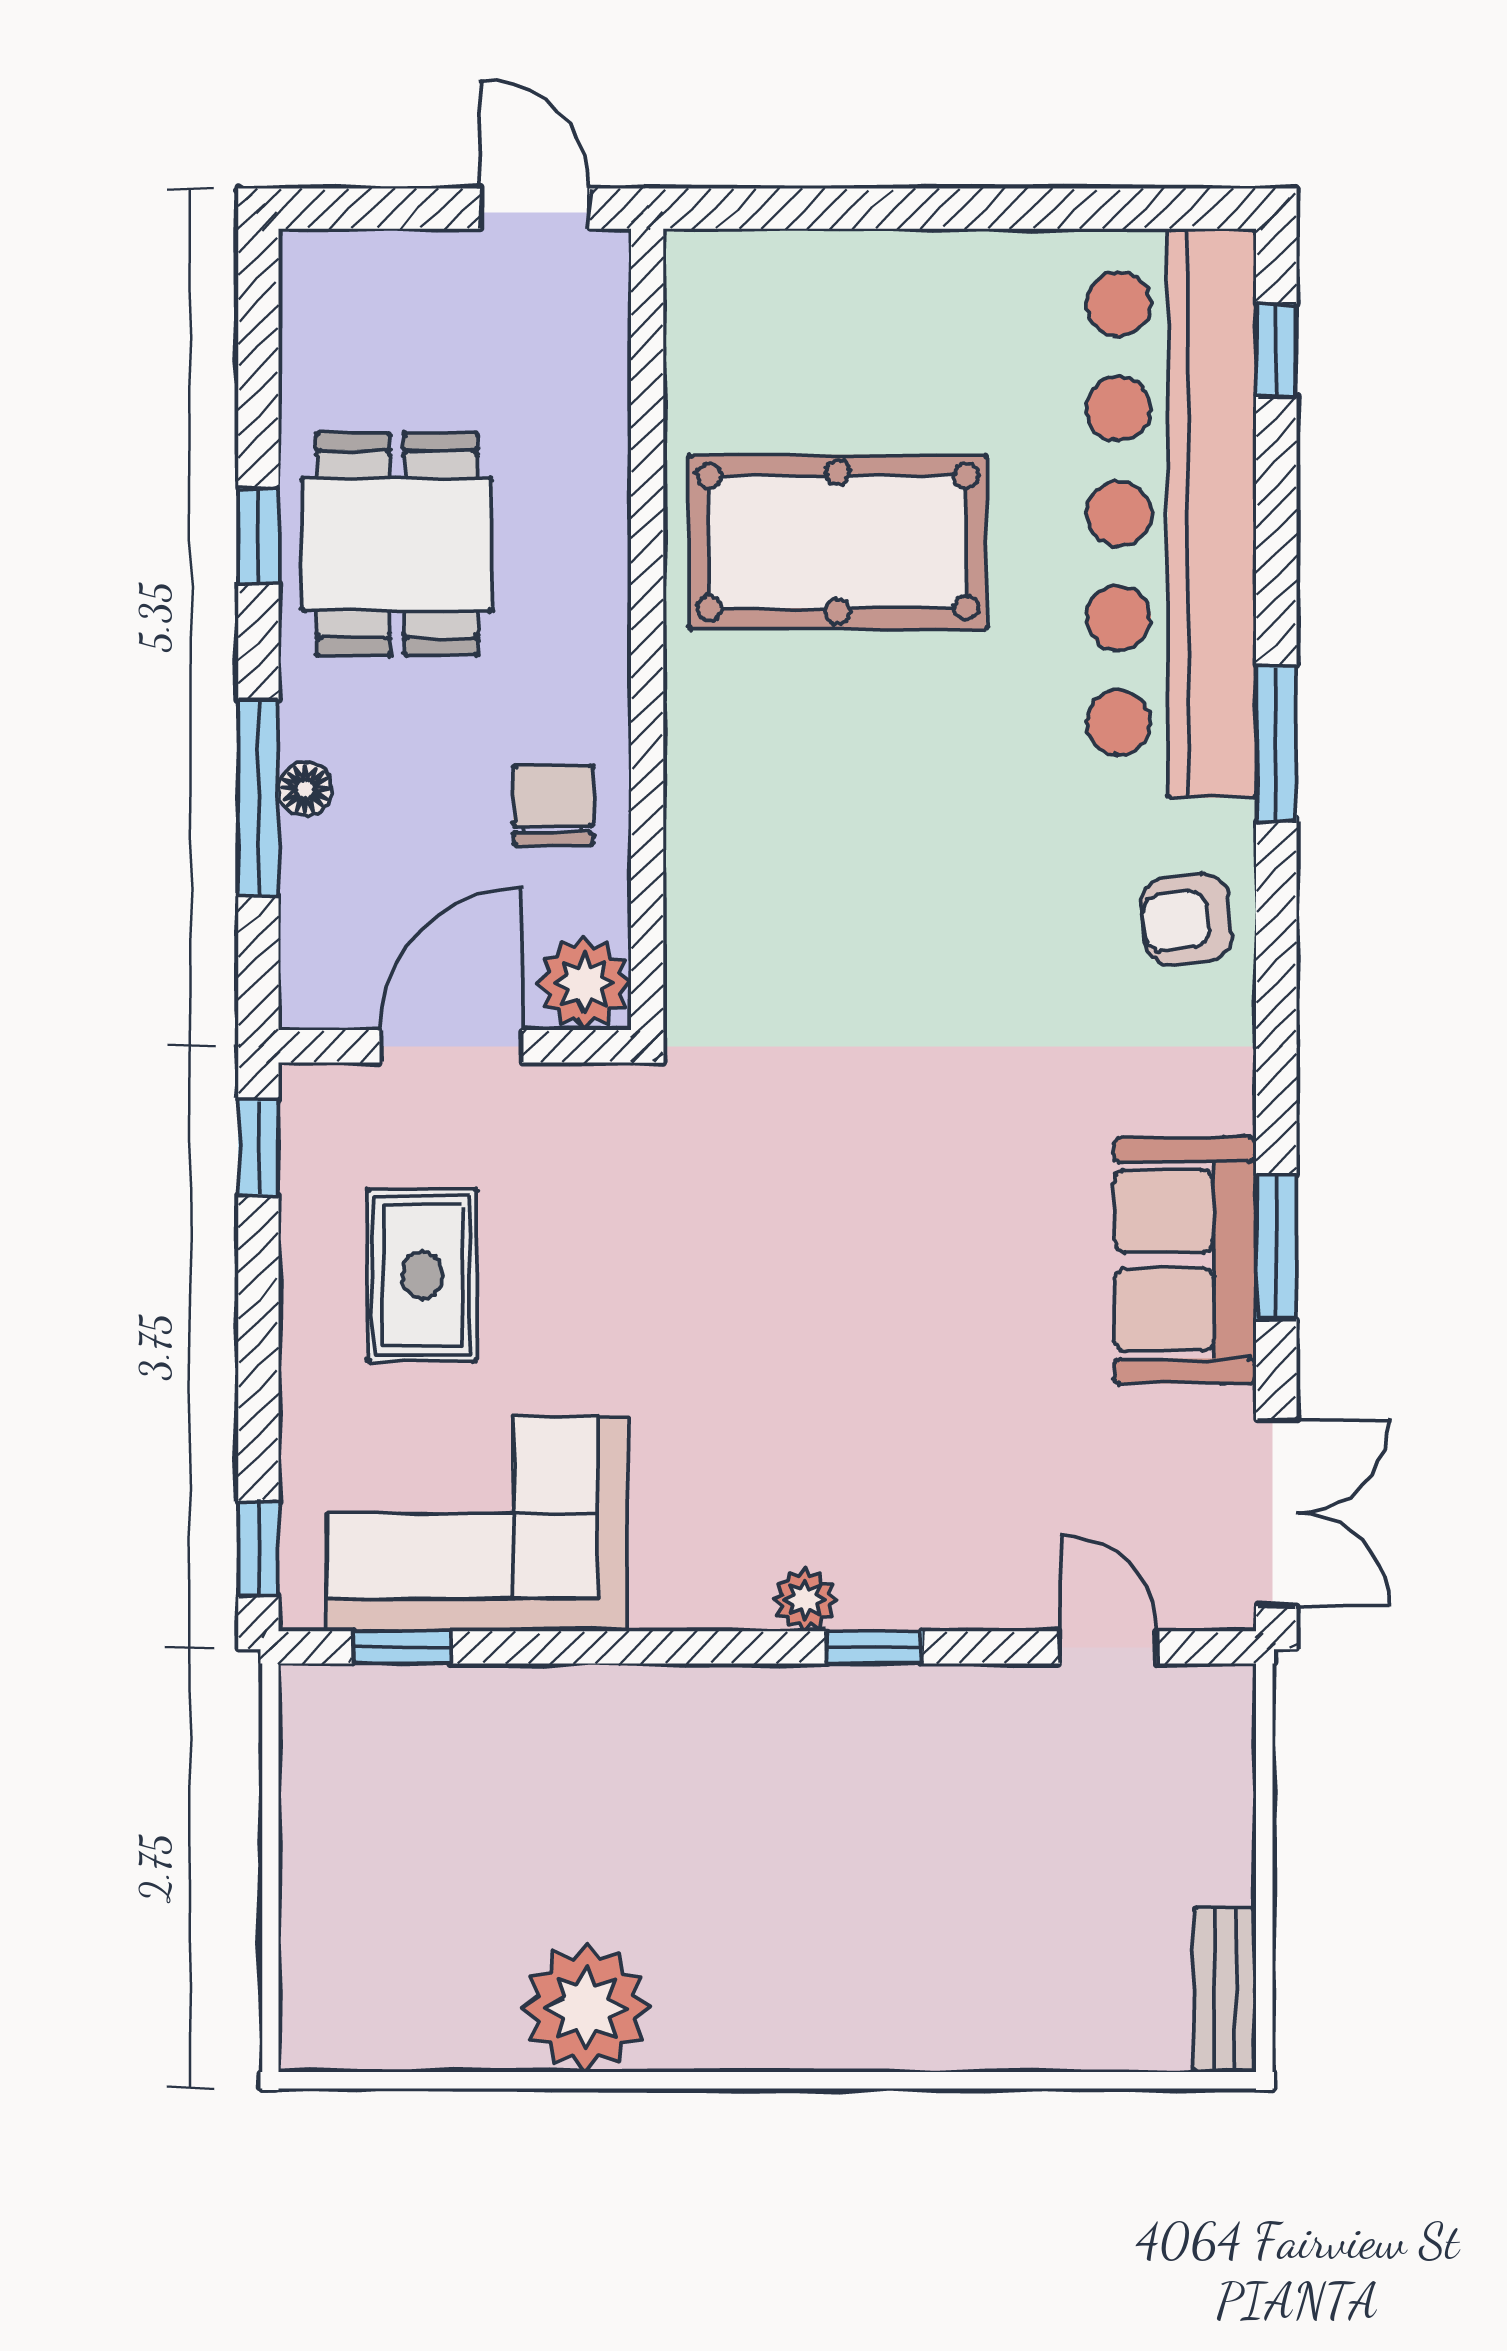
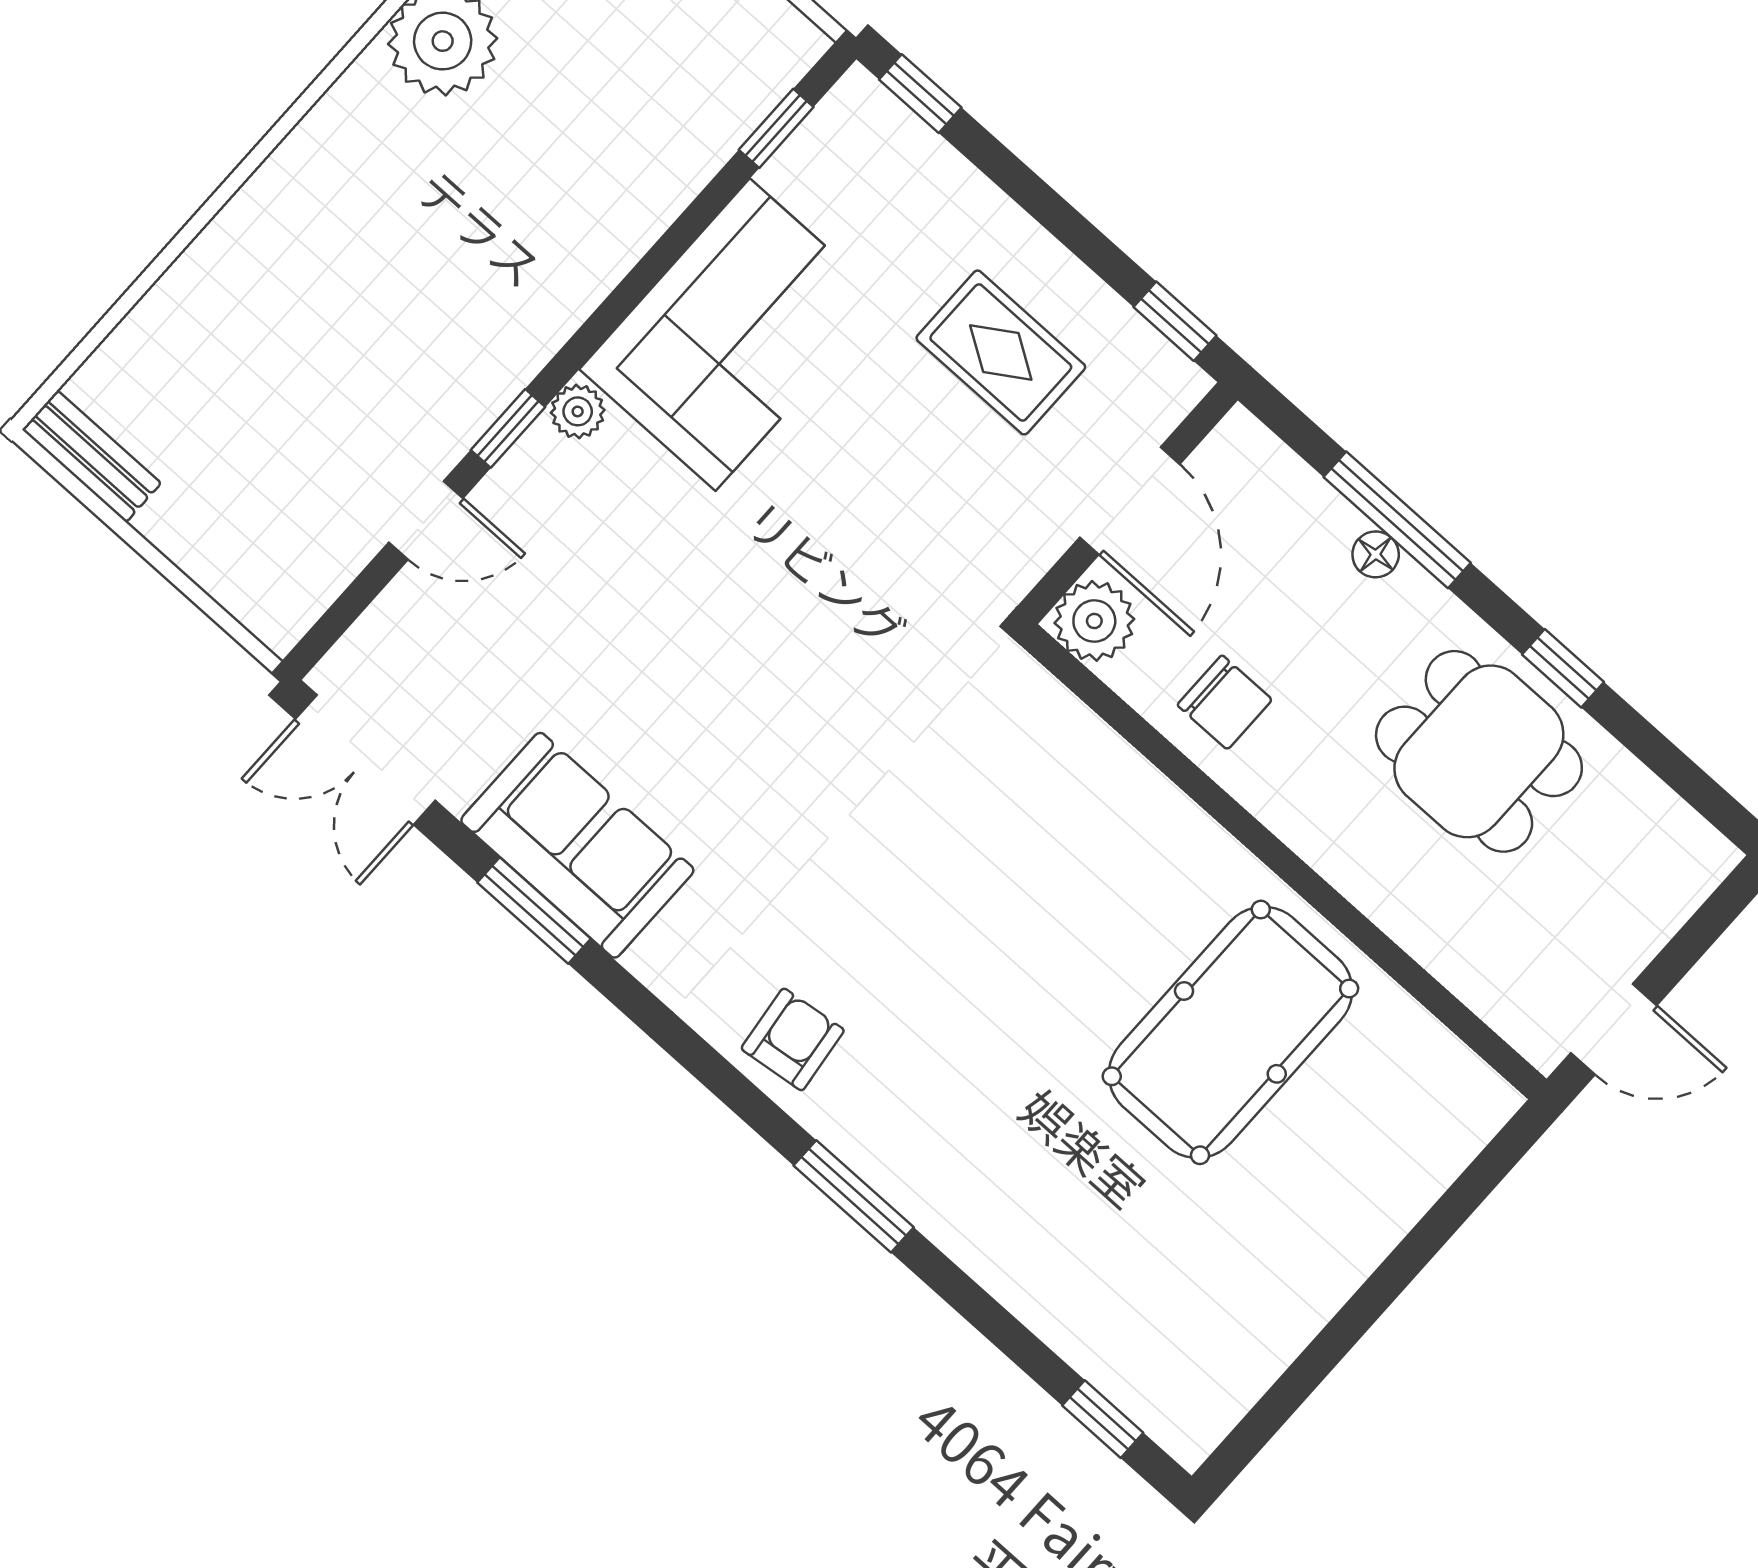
bar counter: (1171, 513) -> (1059, 1260), removed
corner sofa: (477, 1524) -> (733, 335), moved
door: (1108, 1647) -> (426, 520), moved

